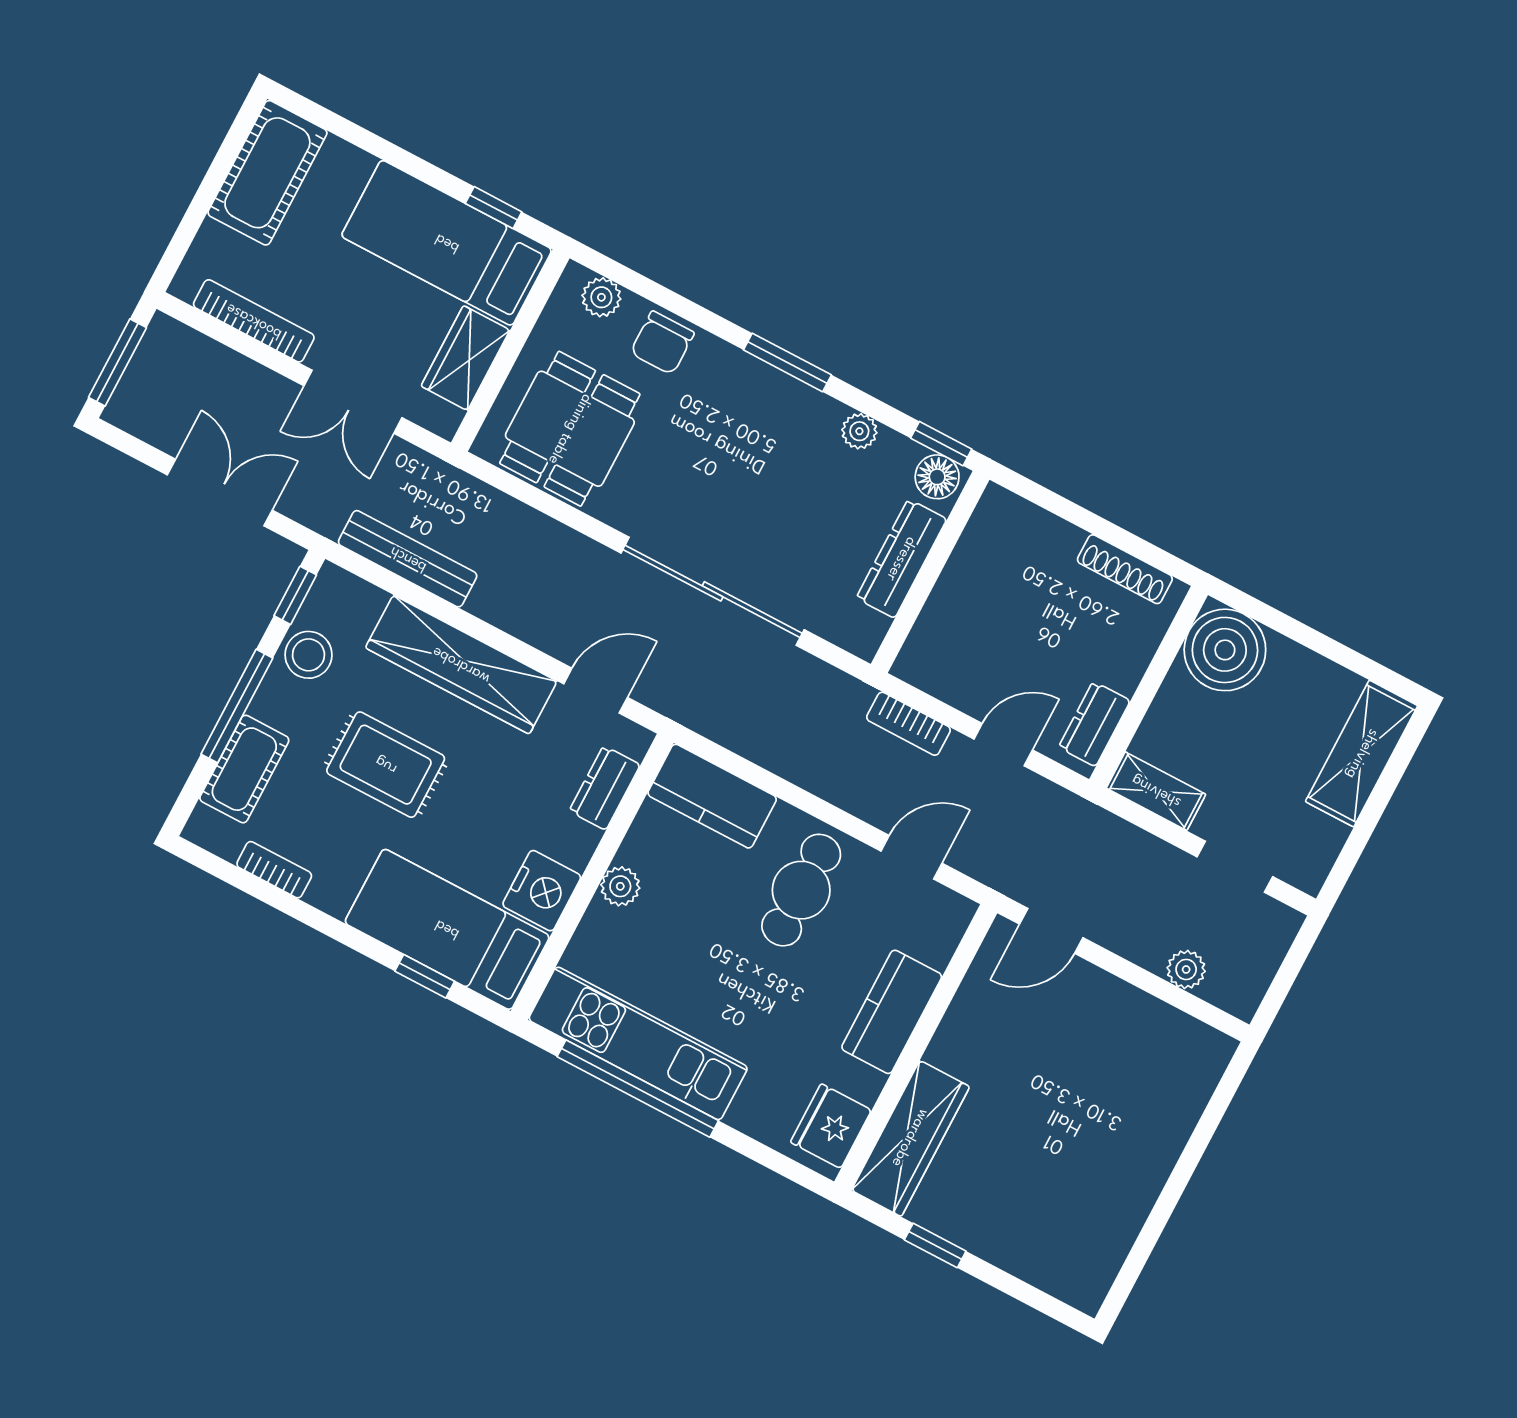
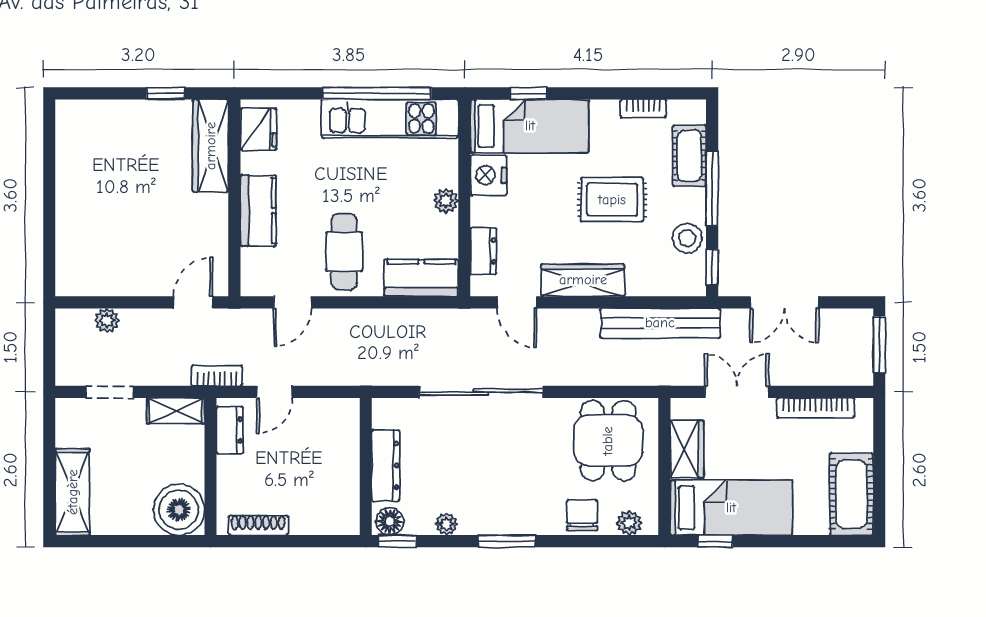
bench: (408, 559) -> (660, 323), width x1.37, depth x1.21
wardrobe: (461, 665) -> (583, 280), width x0.71, depth x0.85
door: (596, 691) -> (517, 302), hinge flipped
bookcase: (909, 724) -> (217, 376), moved

